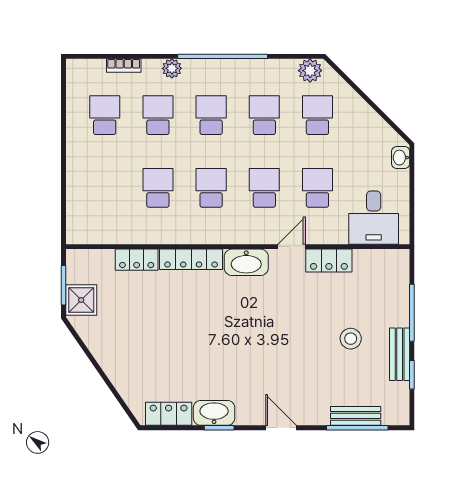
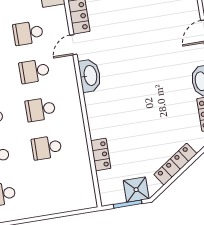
door: (292, 247) -> (73, 45), hinge flipped
locker: (191, 259) -> (175, 164), moved, turned -125

